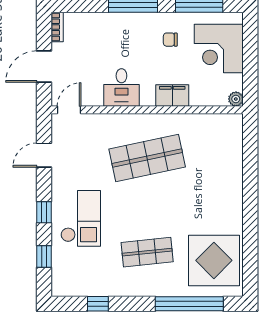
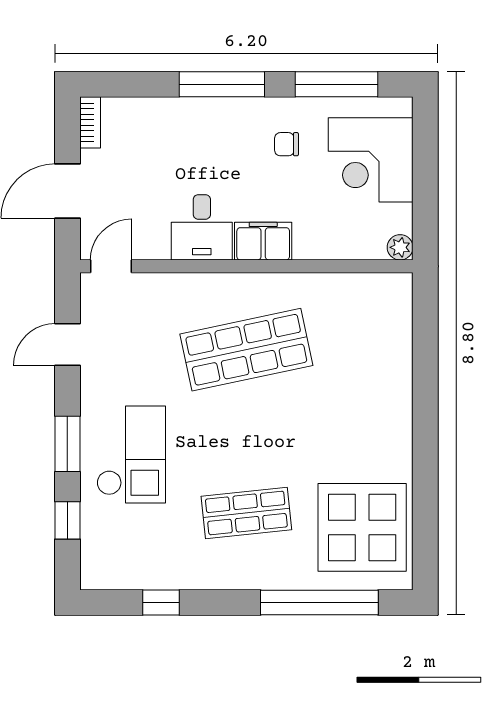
filing cabinet: (172, 95) -> (263, 241), moved
window: (44, 212) -> (67, 444), width x1.50

